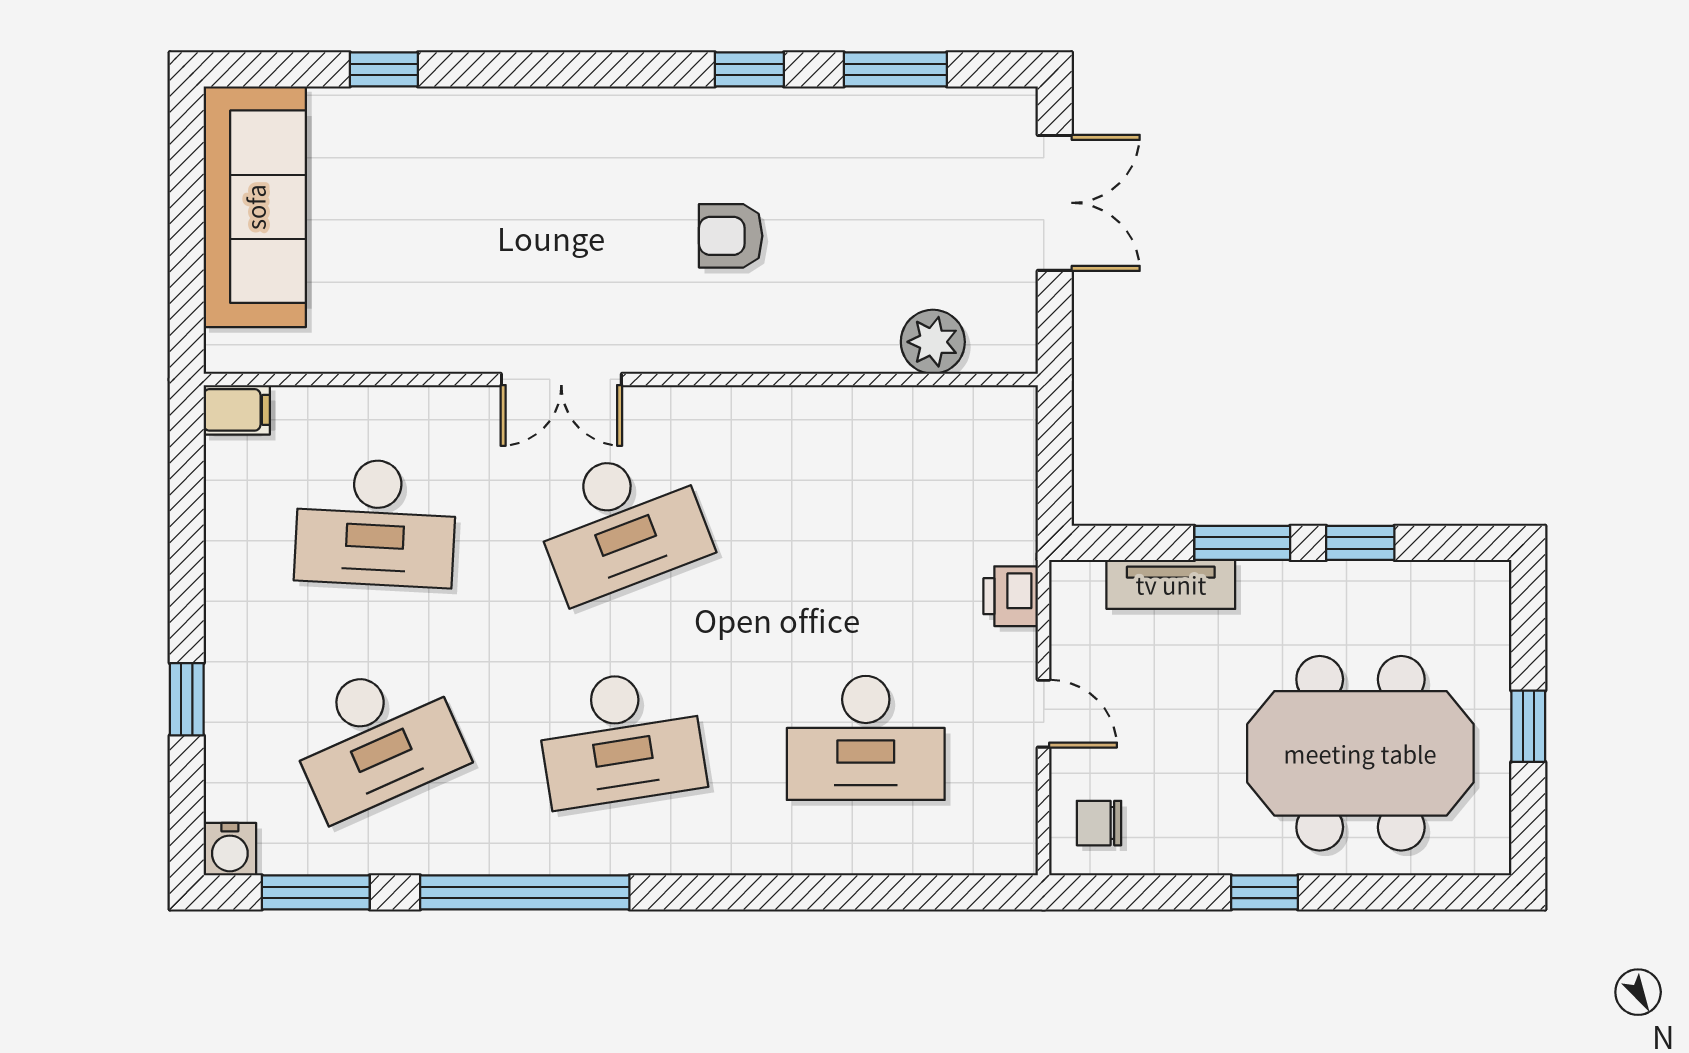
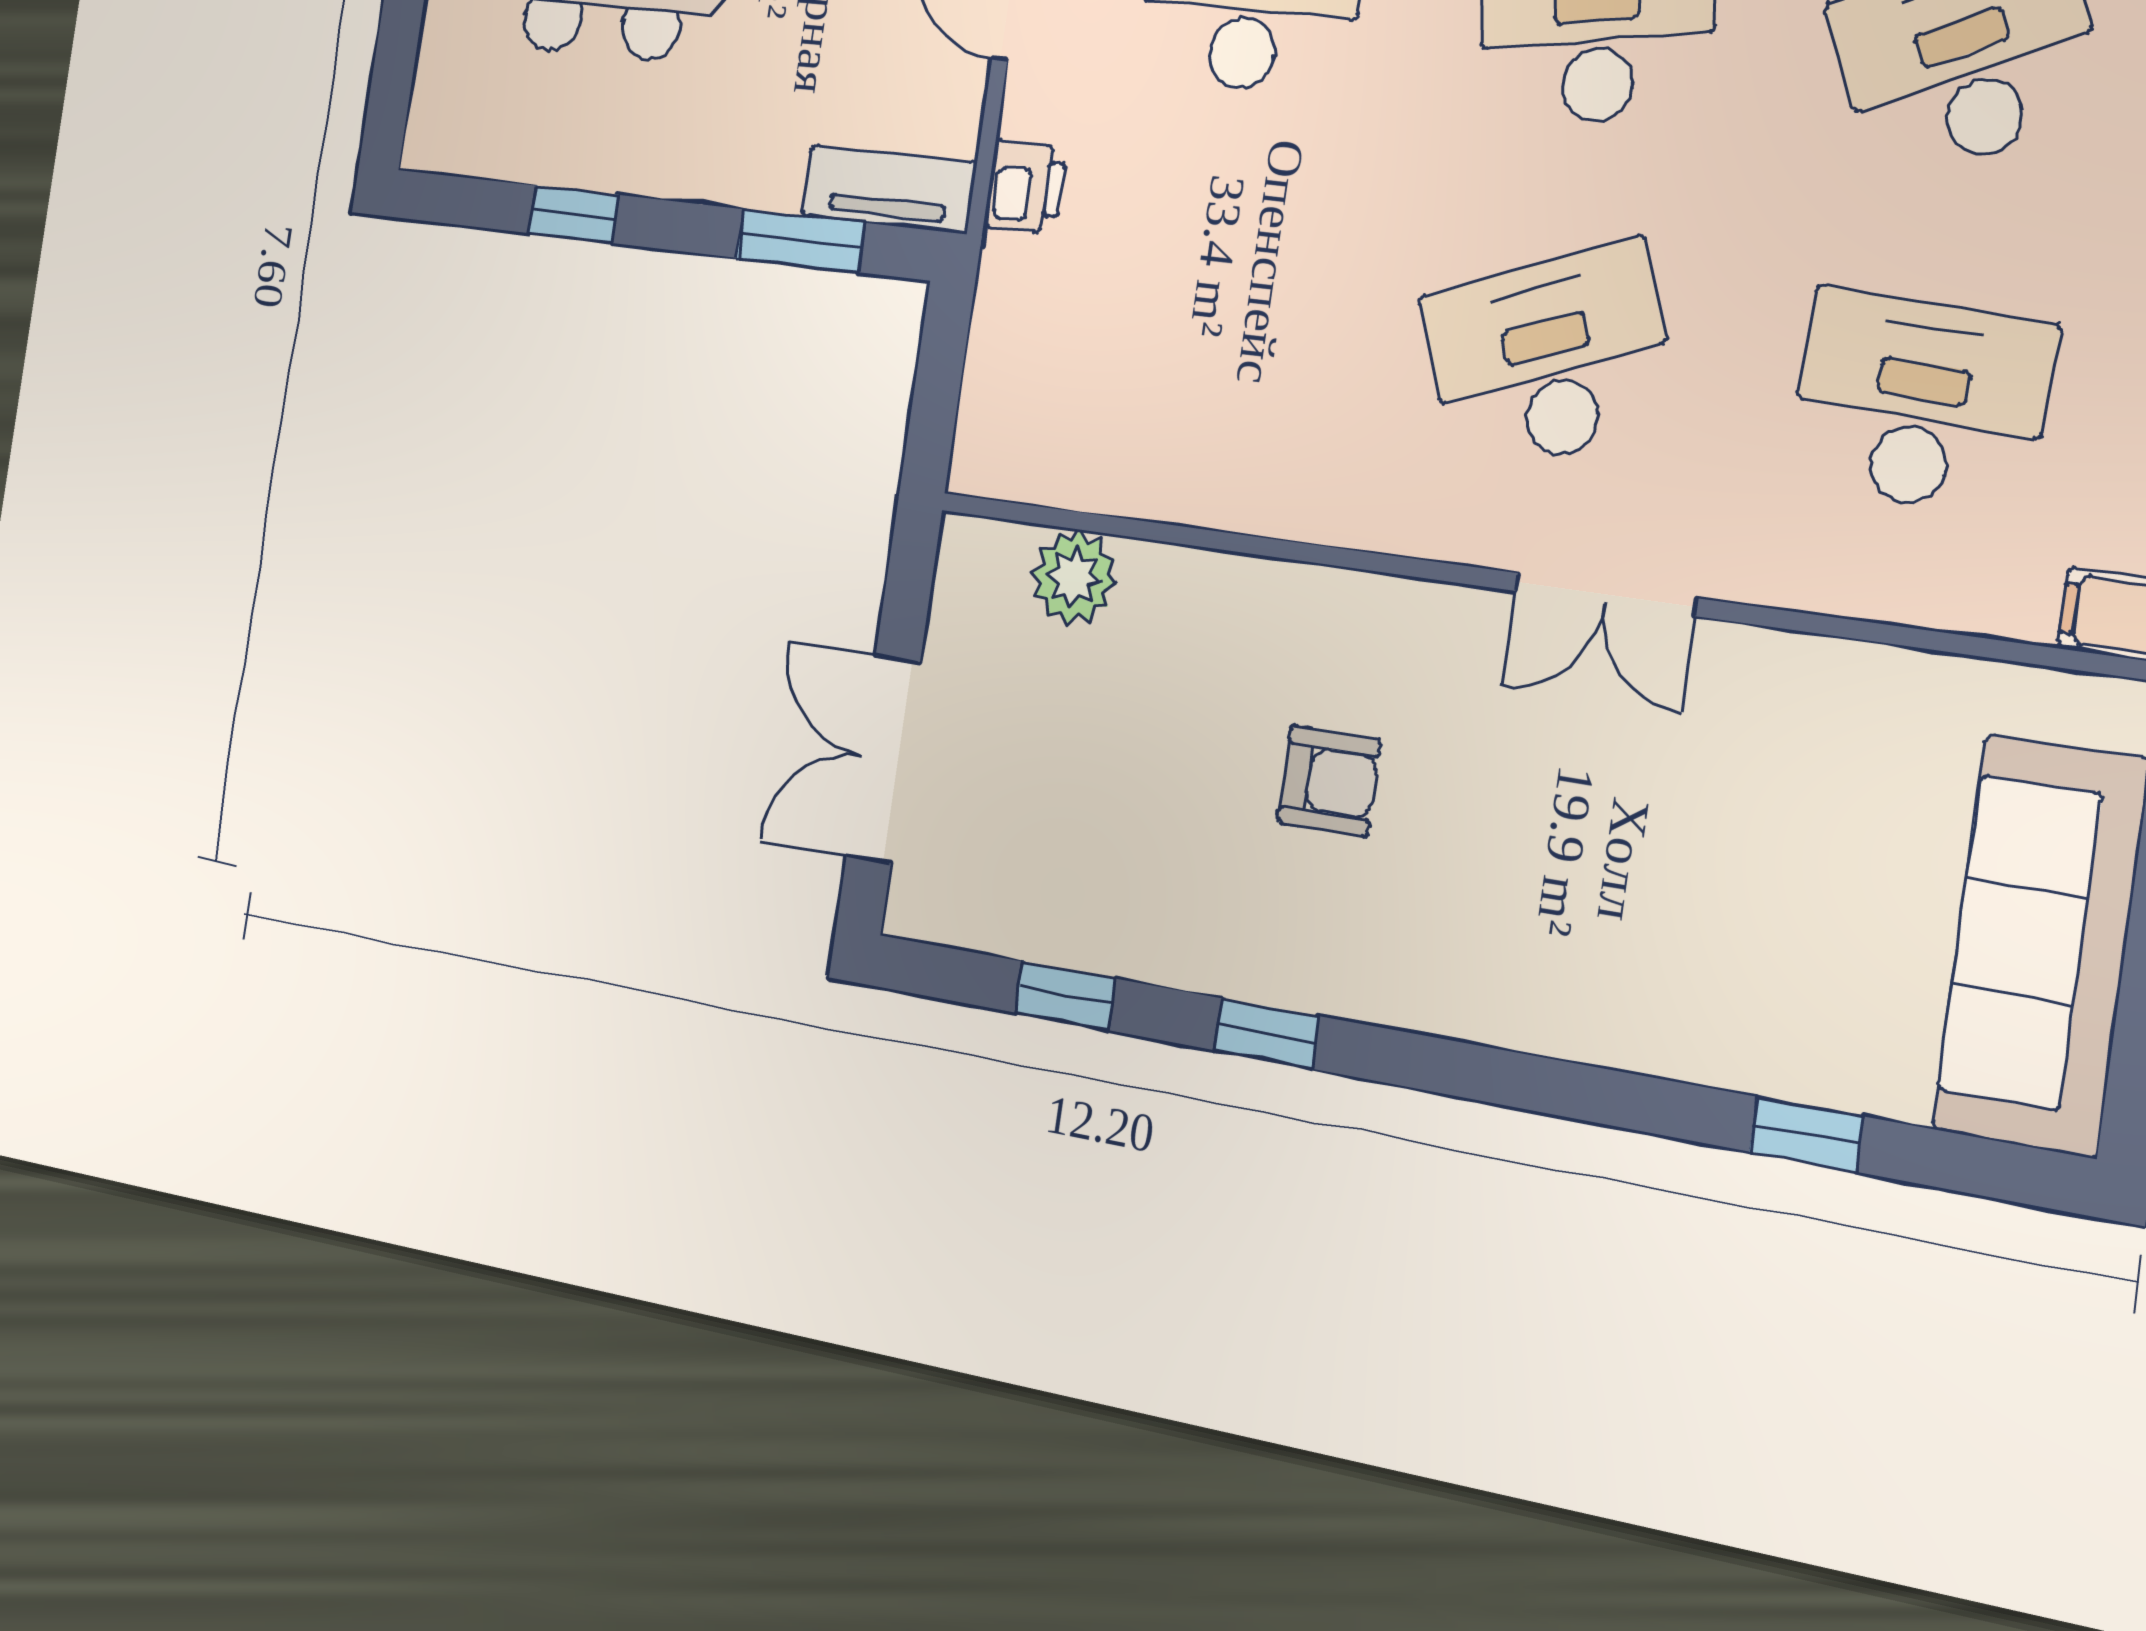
window: (895, 69) -> (1065, 996), width x0.67
double door: (561, 379) -> (1606, 595), swing flipped
window: (1242, 543) -> (801, 240), moved
tv unit: (1171, 584) -> (889, 189), moved

